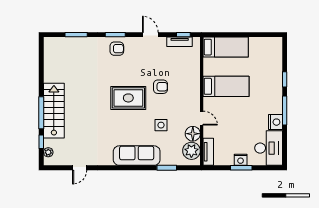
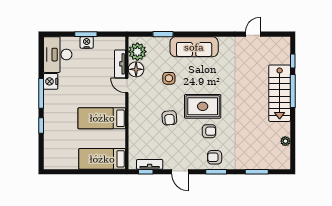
armchair: (122, 74) -> (209, 131), added
armchair: (160, 87) -> (169, 118), turned -95
plant: (48, 152) -> (285, 141), moved
tv unit: (208, 152) -> (120, 64), moved

